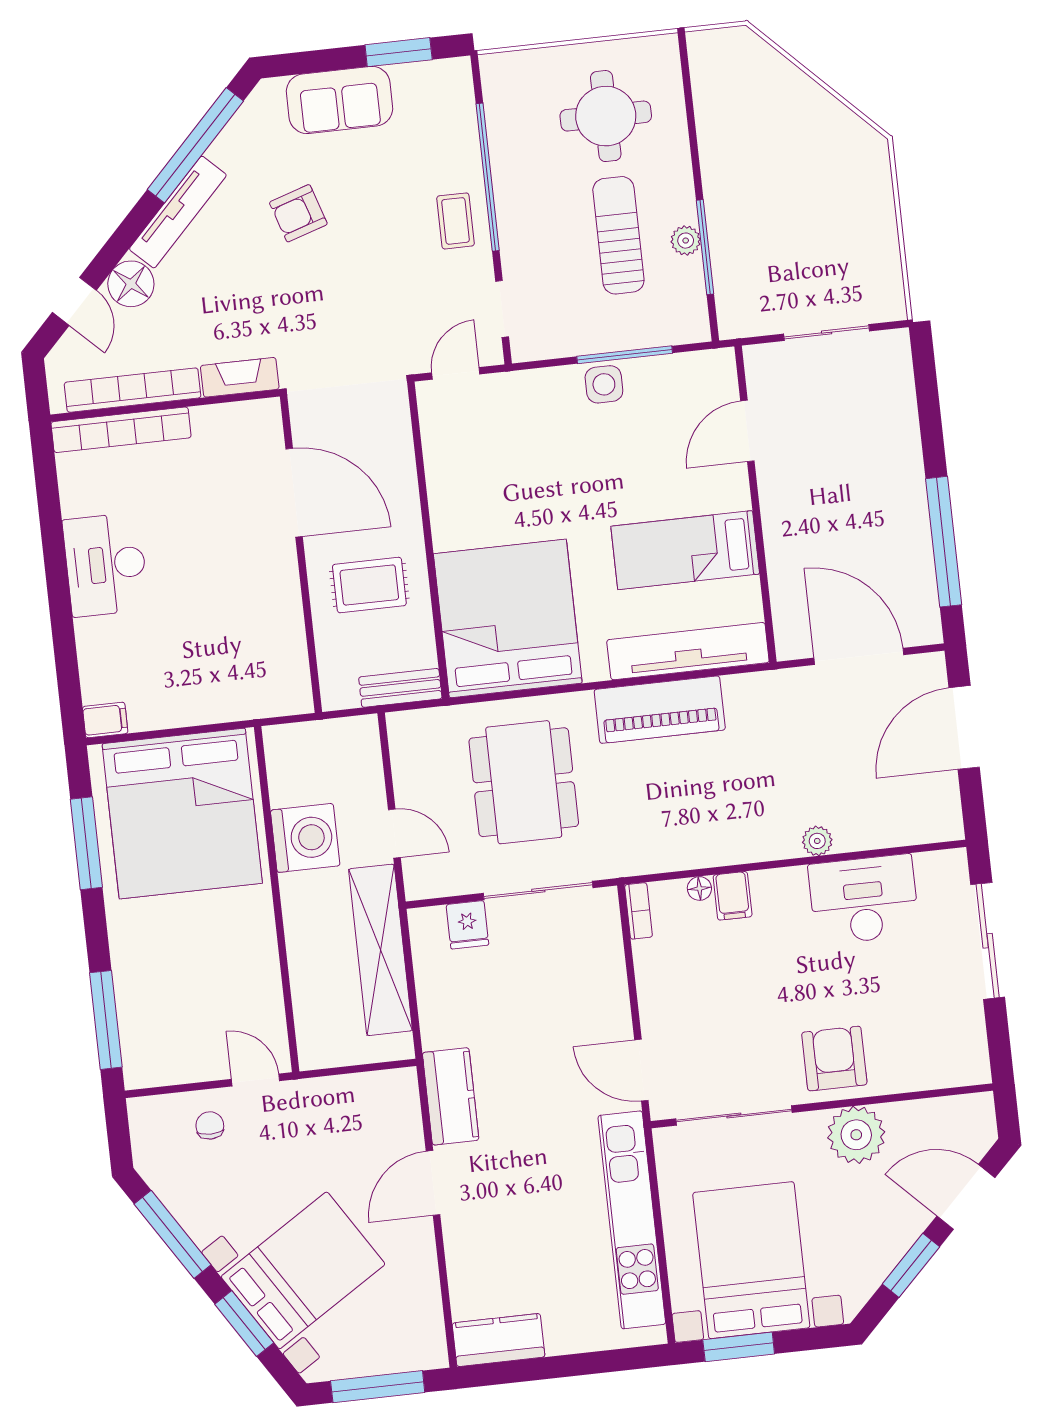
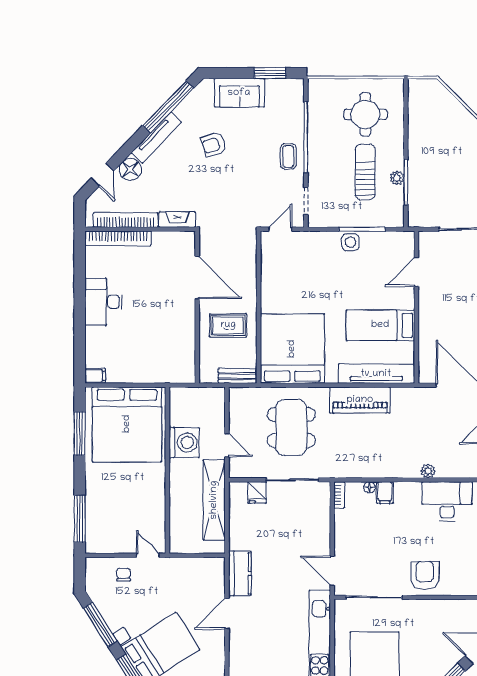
plant: (856, 1135) -> (431, 613), removed

